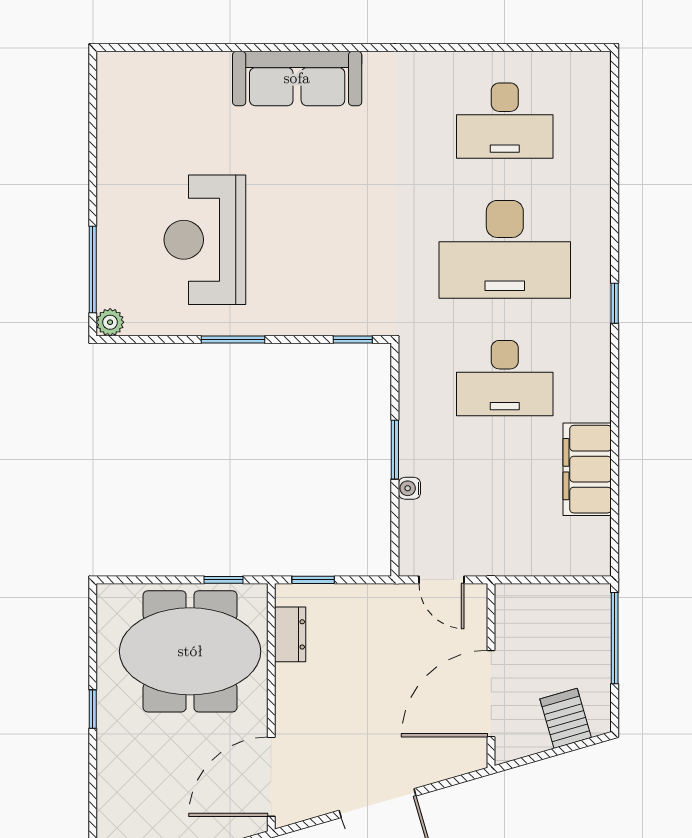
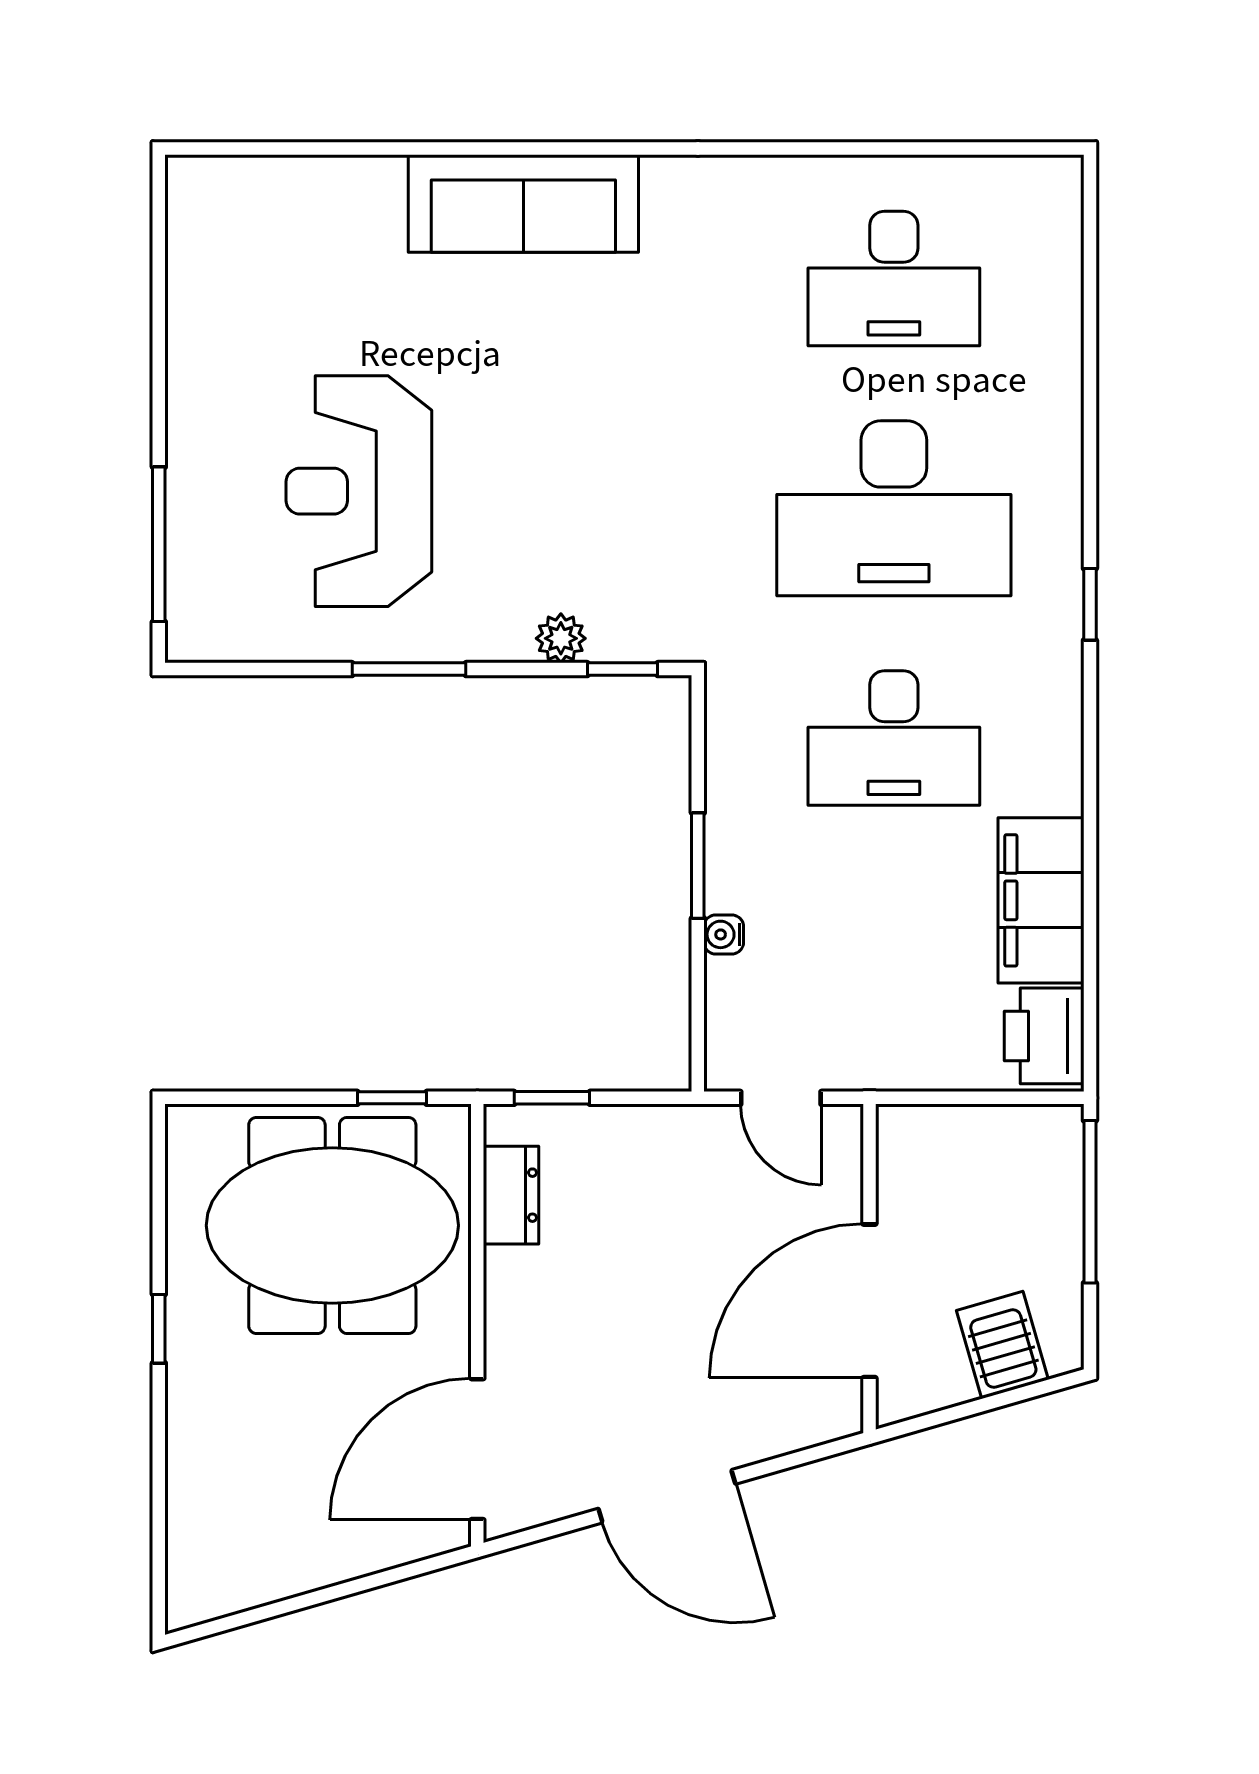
plant: (110, 322) -> (561, 638), moved
printer: (589, 545) -> (1044, 1036), added

